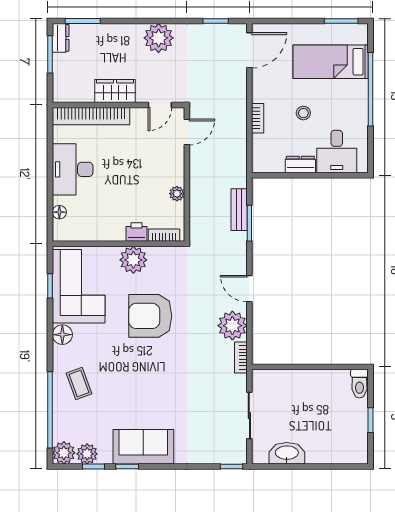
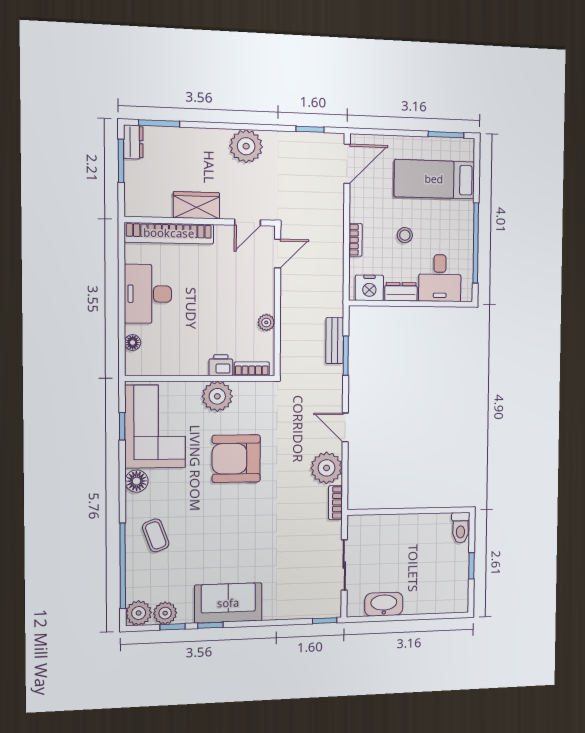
window: (371, 89) -> (476, 243), moved
nightstand: (271, 161) -> (369, 288), added

